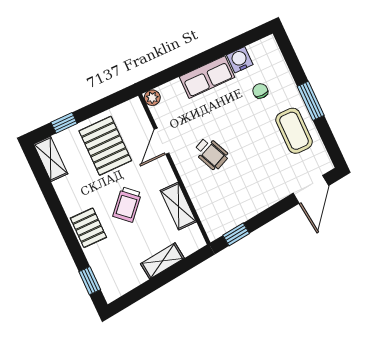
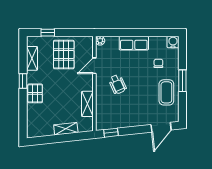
water cooler: (240, 60) -> (173, 42), moved
shelving: (51, 159) -> (32, 58), moved
trolley: (127, 205) -> (61, 91), removed
window: (90, 281) -> (23, 81), moved

